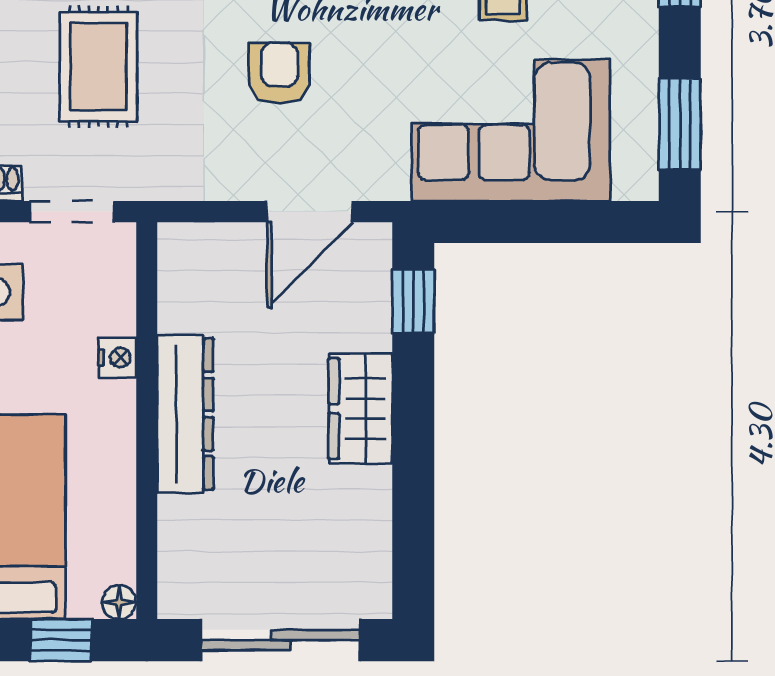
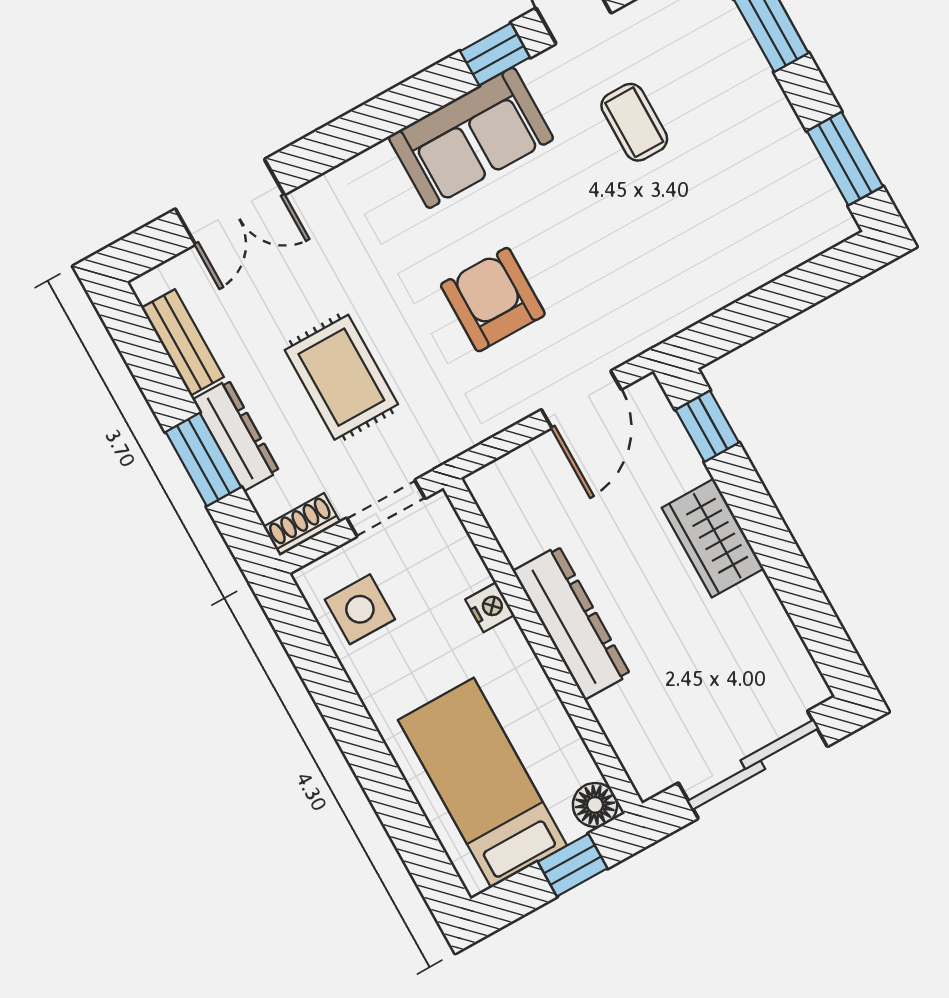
armchair: (279, 73) -> (493, 300), width x1.38, depth x1.38
corner sofa: (511, 130) -> (709, 241), removed
floor lamp: (119, 602) -> (595, 805), width x1.37, depth x1.37

